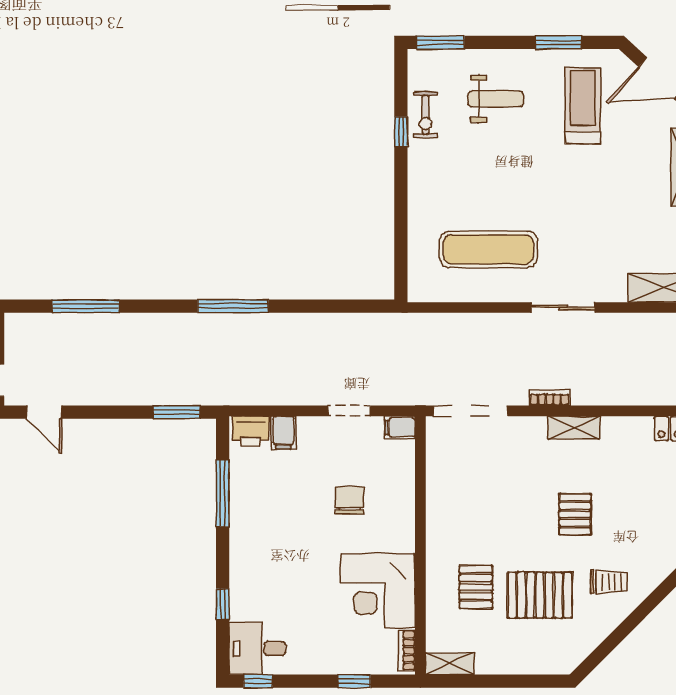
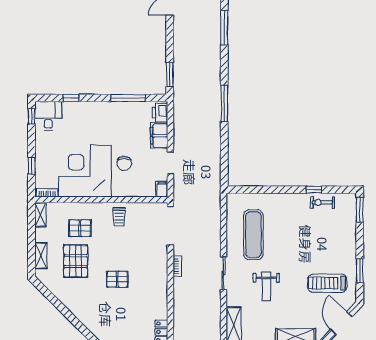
weight bench: (496, 99) -> (266, 286), moved
treadmill: (583, 106) -> (327, 283), turned 180
shelving: (574, 428) -> (41, 255), moved
filing cabinet: (283, 433) -> (159, 136), width x2.00
chair: (350, 500) -> (124, 163), turned 90
trolley: (609, 582) -> (119, 217), moved
corner desk: (378, 591) -> (85, 171), width x1.36, depth x1.36

